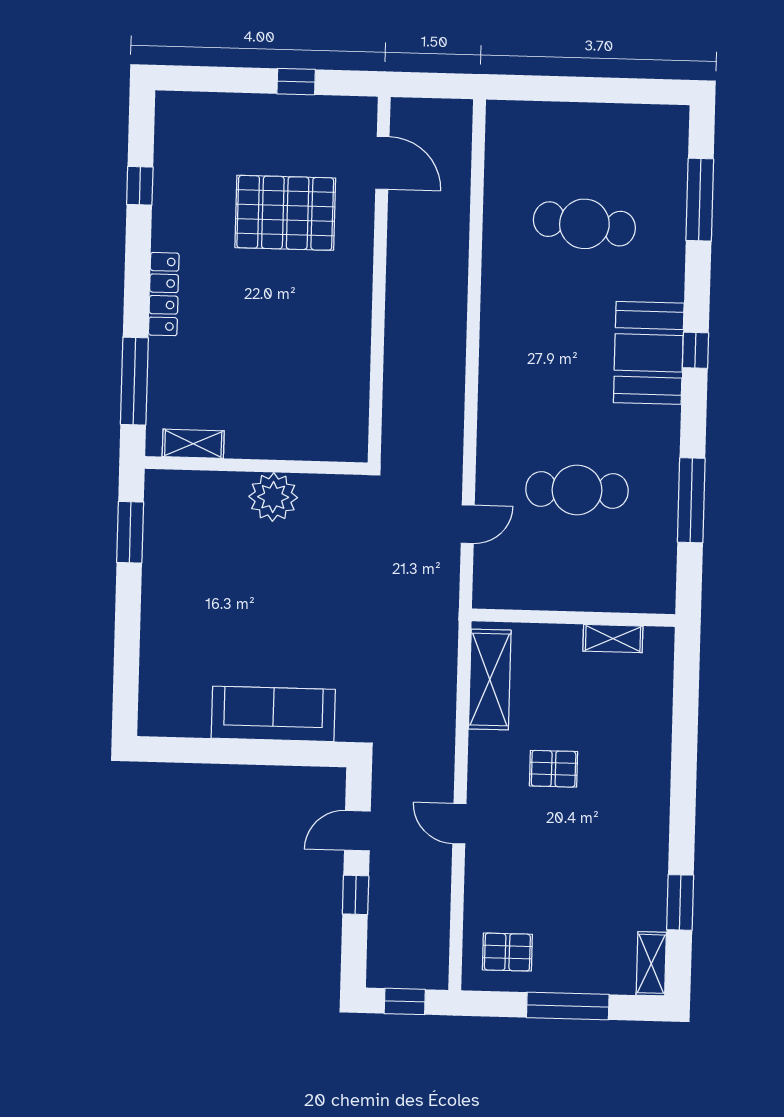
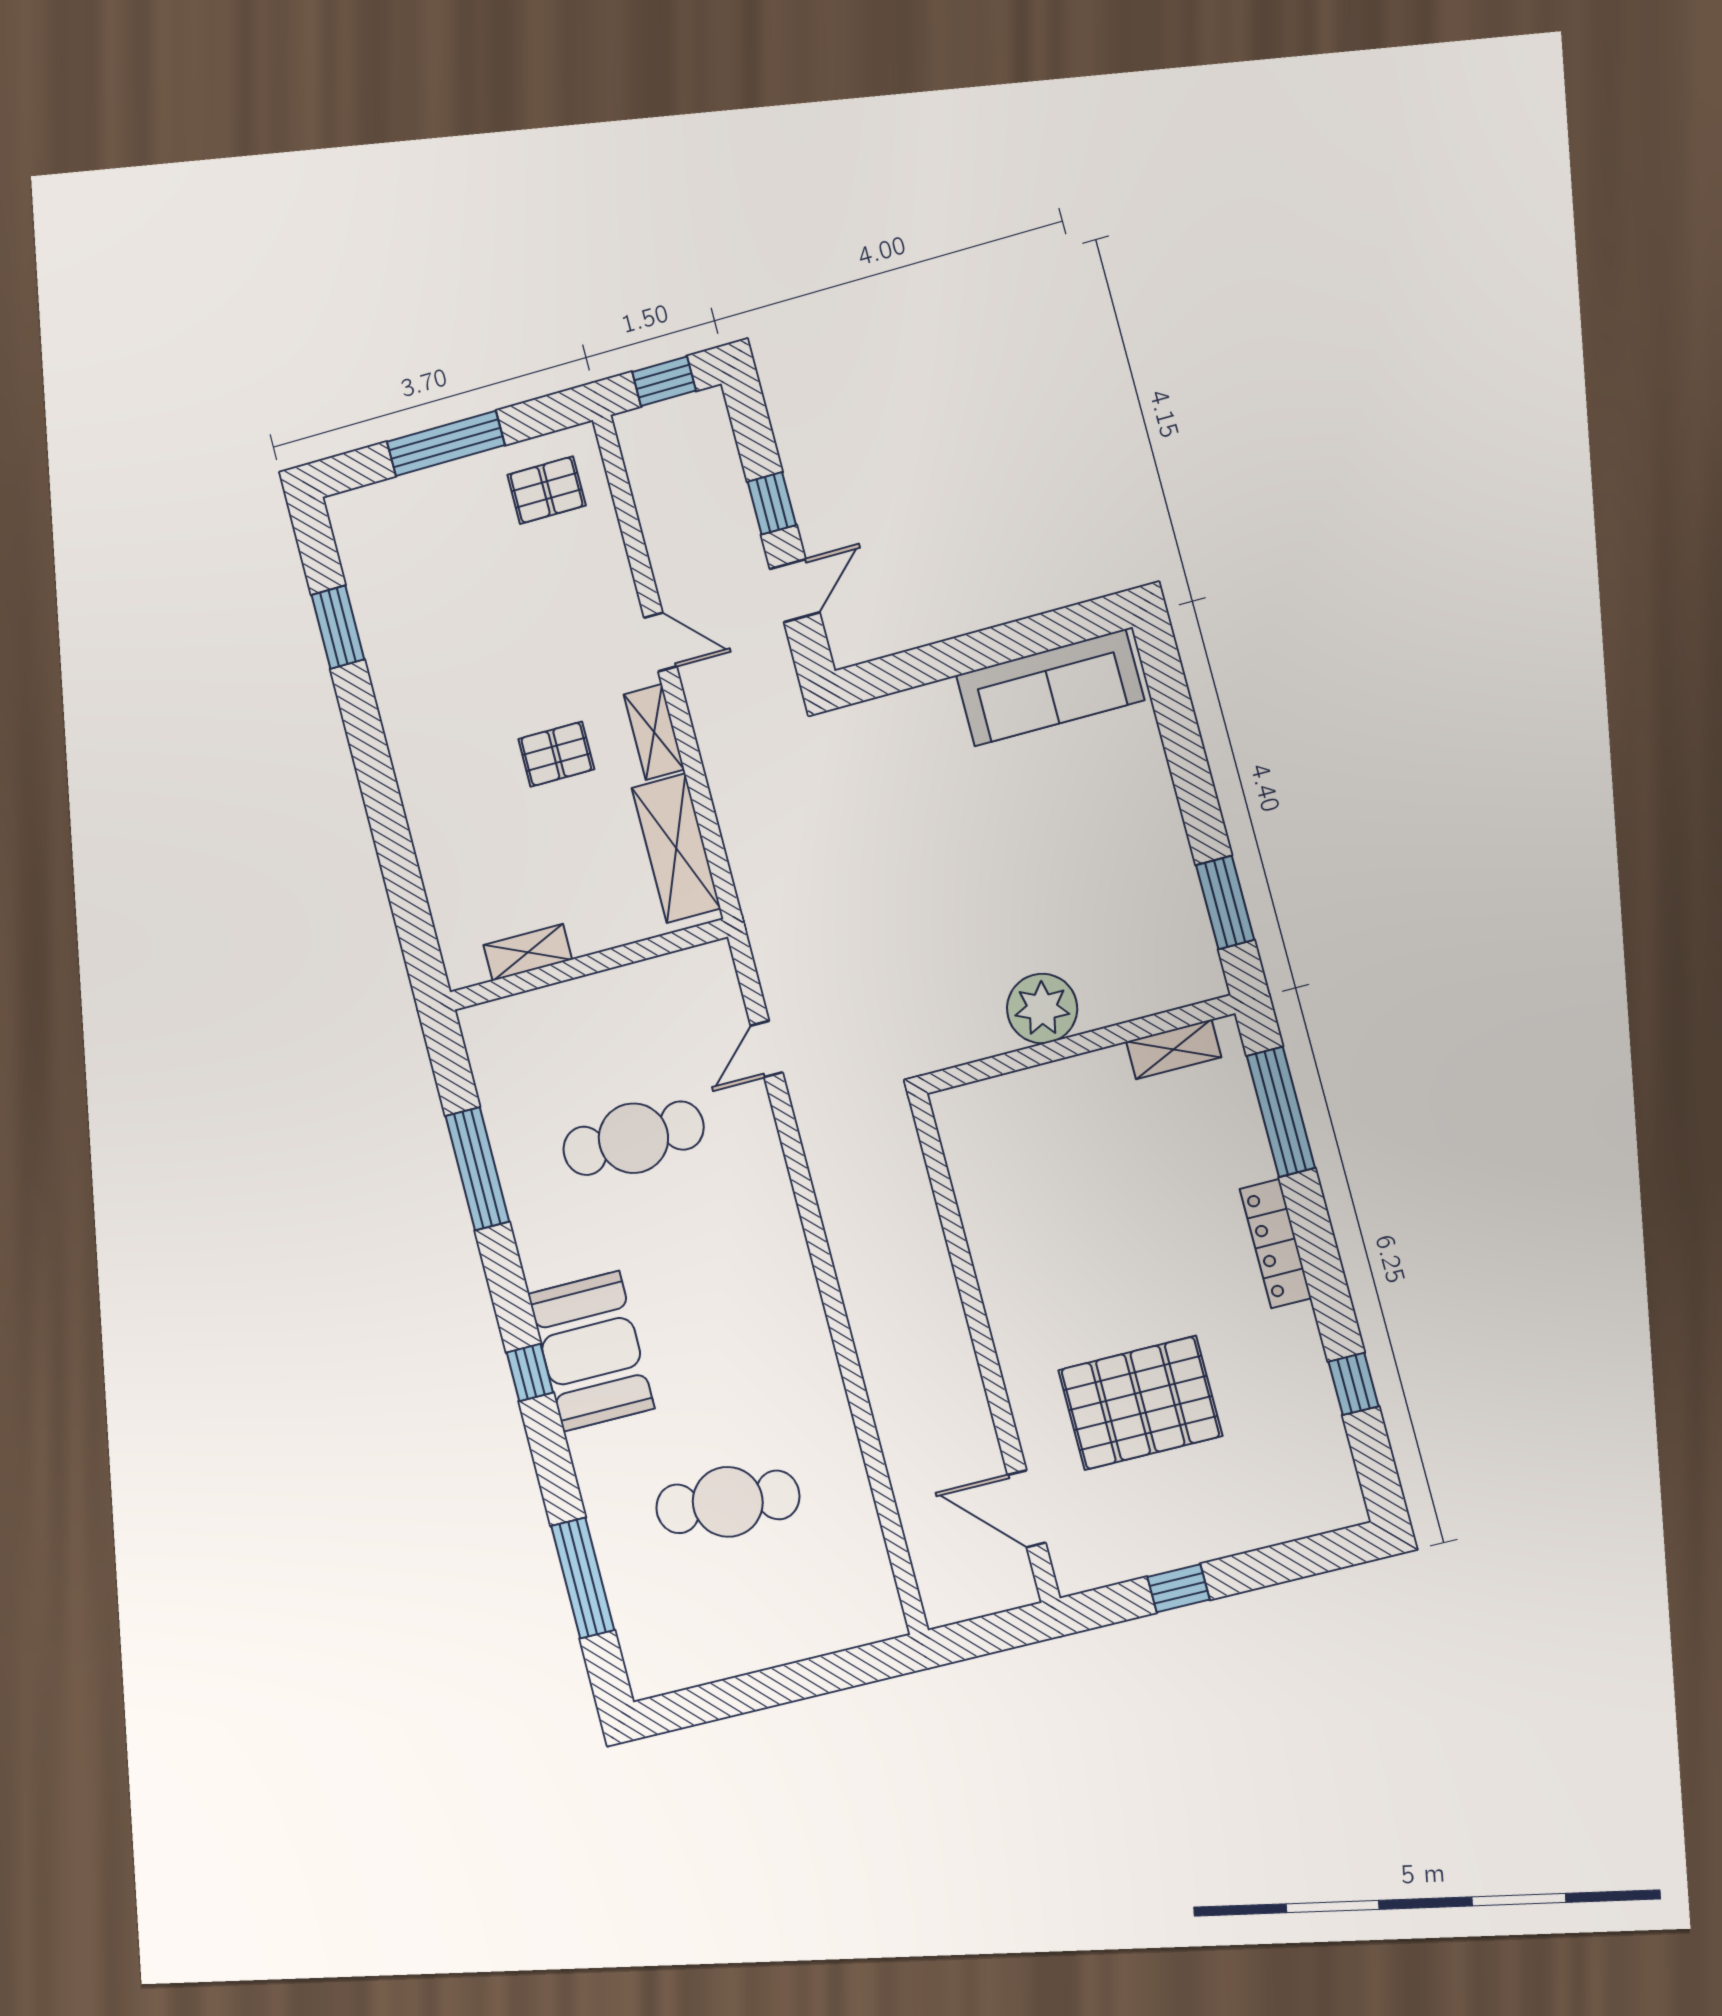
sofa: (273, 714) -> (1050, 688), moved
shelving: (651, 964) -> (654, 732), moved

